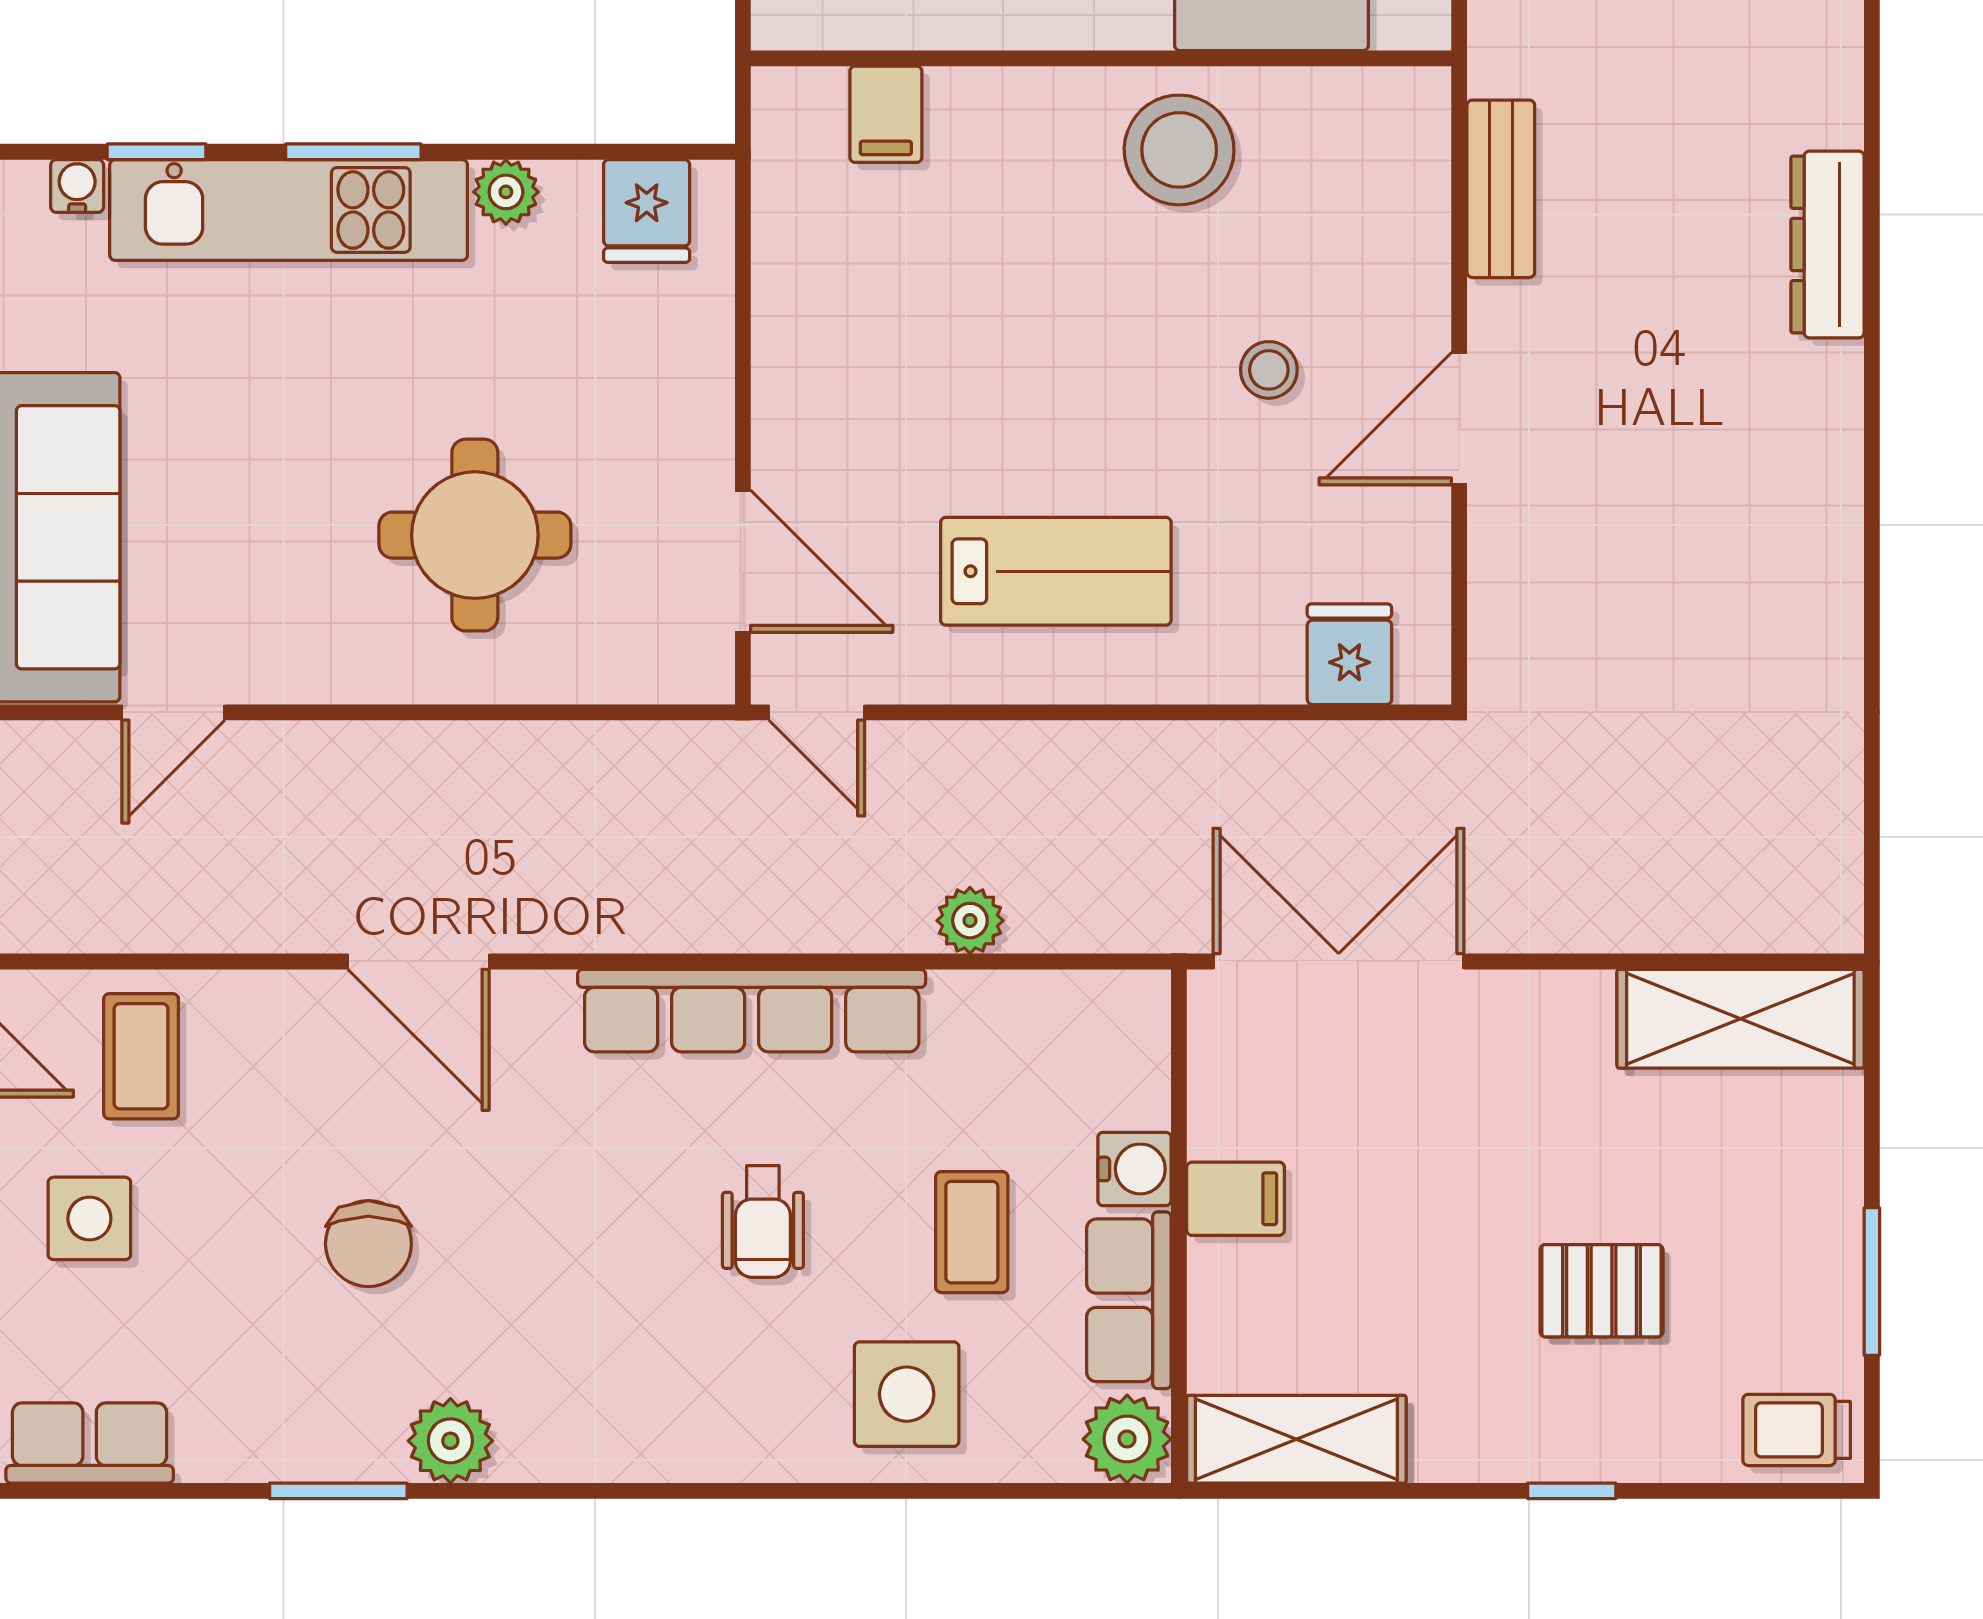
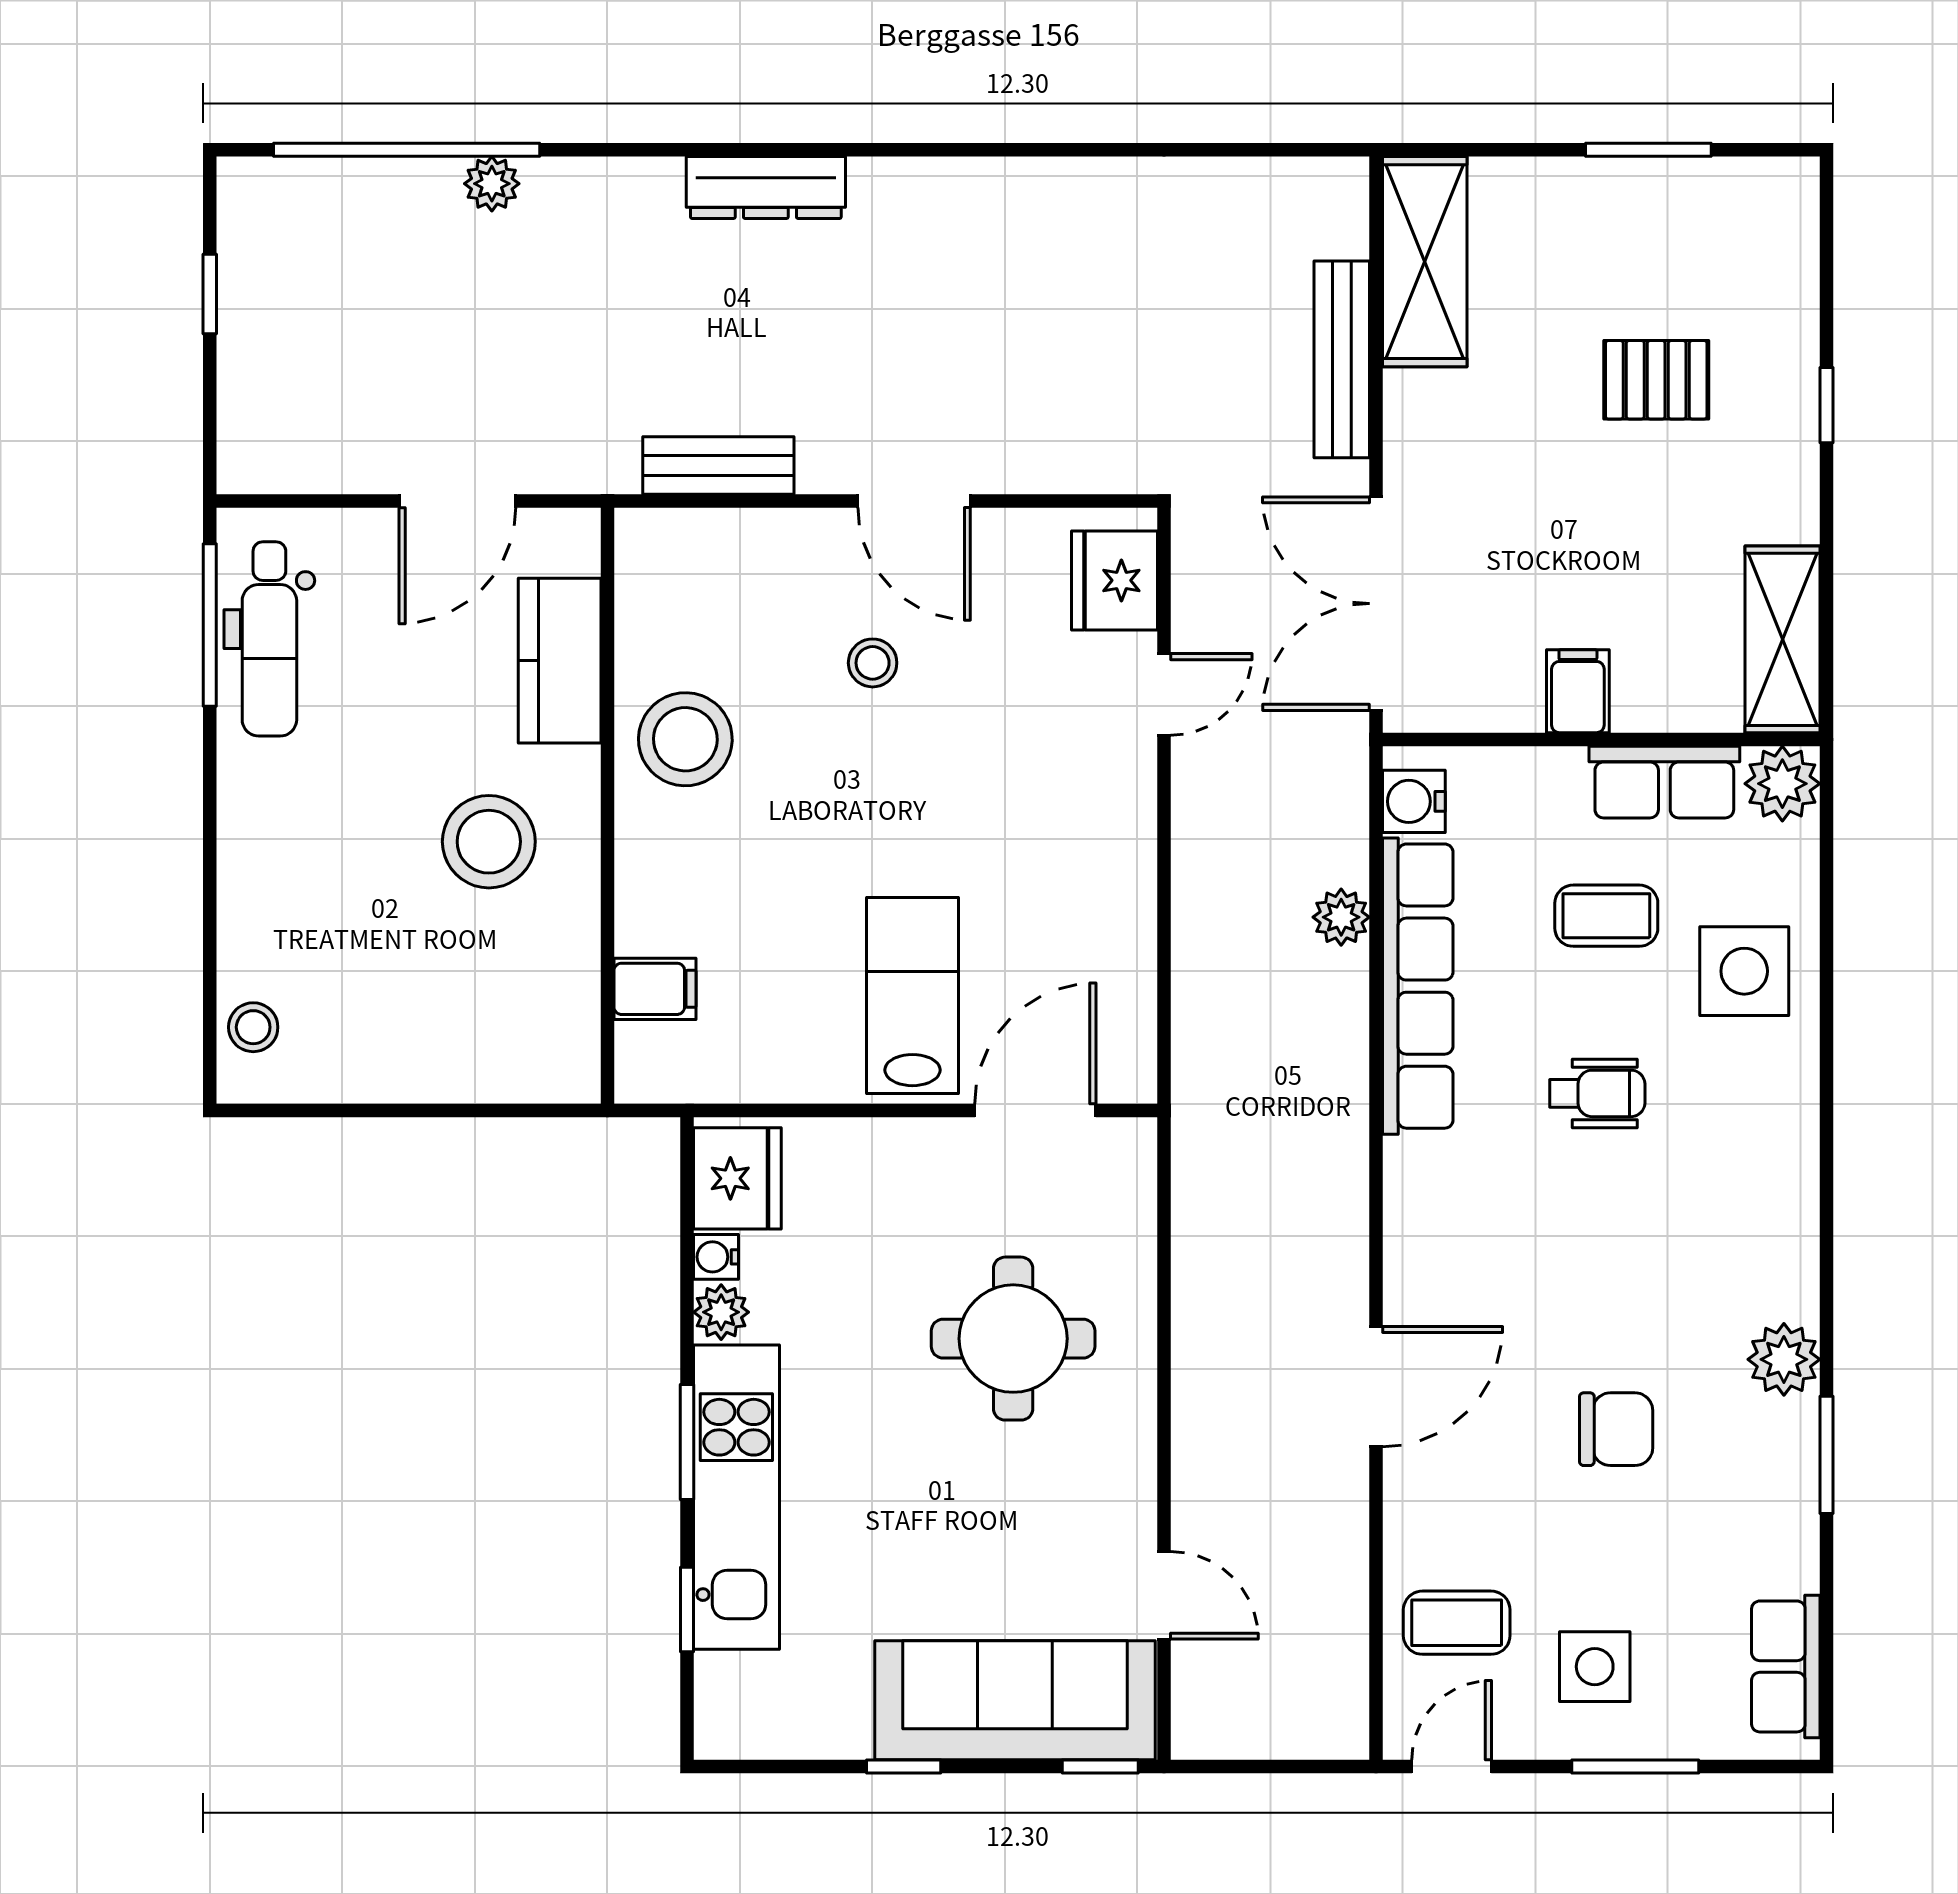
water cooler: (77, 186) -> (716, 1257), moved
fridge: (647, 211) -> (737, 1178), width x1.38
lab bench: (1056, 571) -> (912, 995), moved
fridge: (1349, 654) -> (1115, 580), width x1.38
door: (817, 712) -> (1164, 694), moved
bench: (1626, 921) -> (1342, 359), added
row of seats: (752, 1011) -> (1418, 986), moved
water cooler: (1134, 1169) -> (1414, 801), moved, turned -90
pallet: (1602, 1291) -> (1656, 380), turned 90
trolley: (1797, 1430) -> (1775, 214), removed

